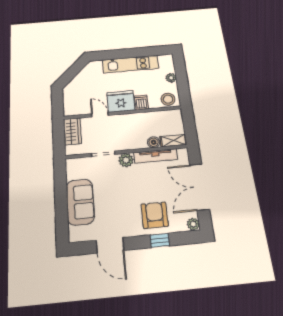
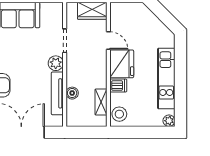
plant: (171, 78) -> (169, 121), moved
door: (100, 115) -> (108, 41), hinge flipped
shelving: (173, 141) -> (101, 102), moved

